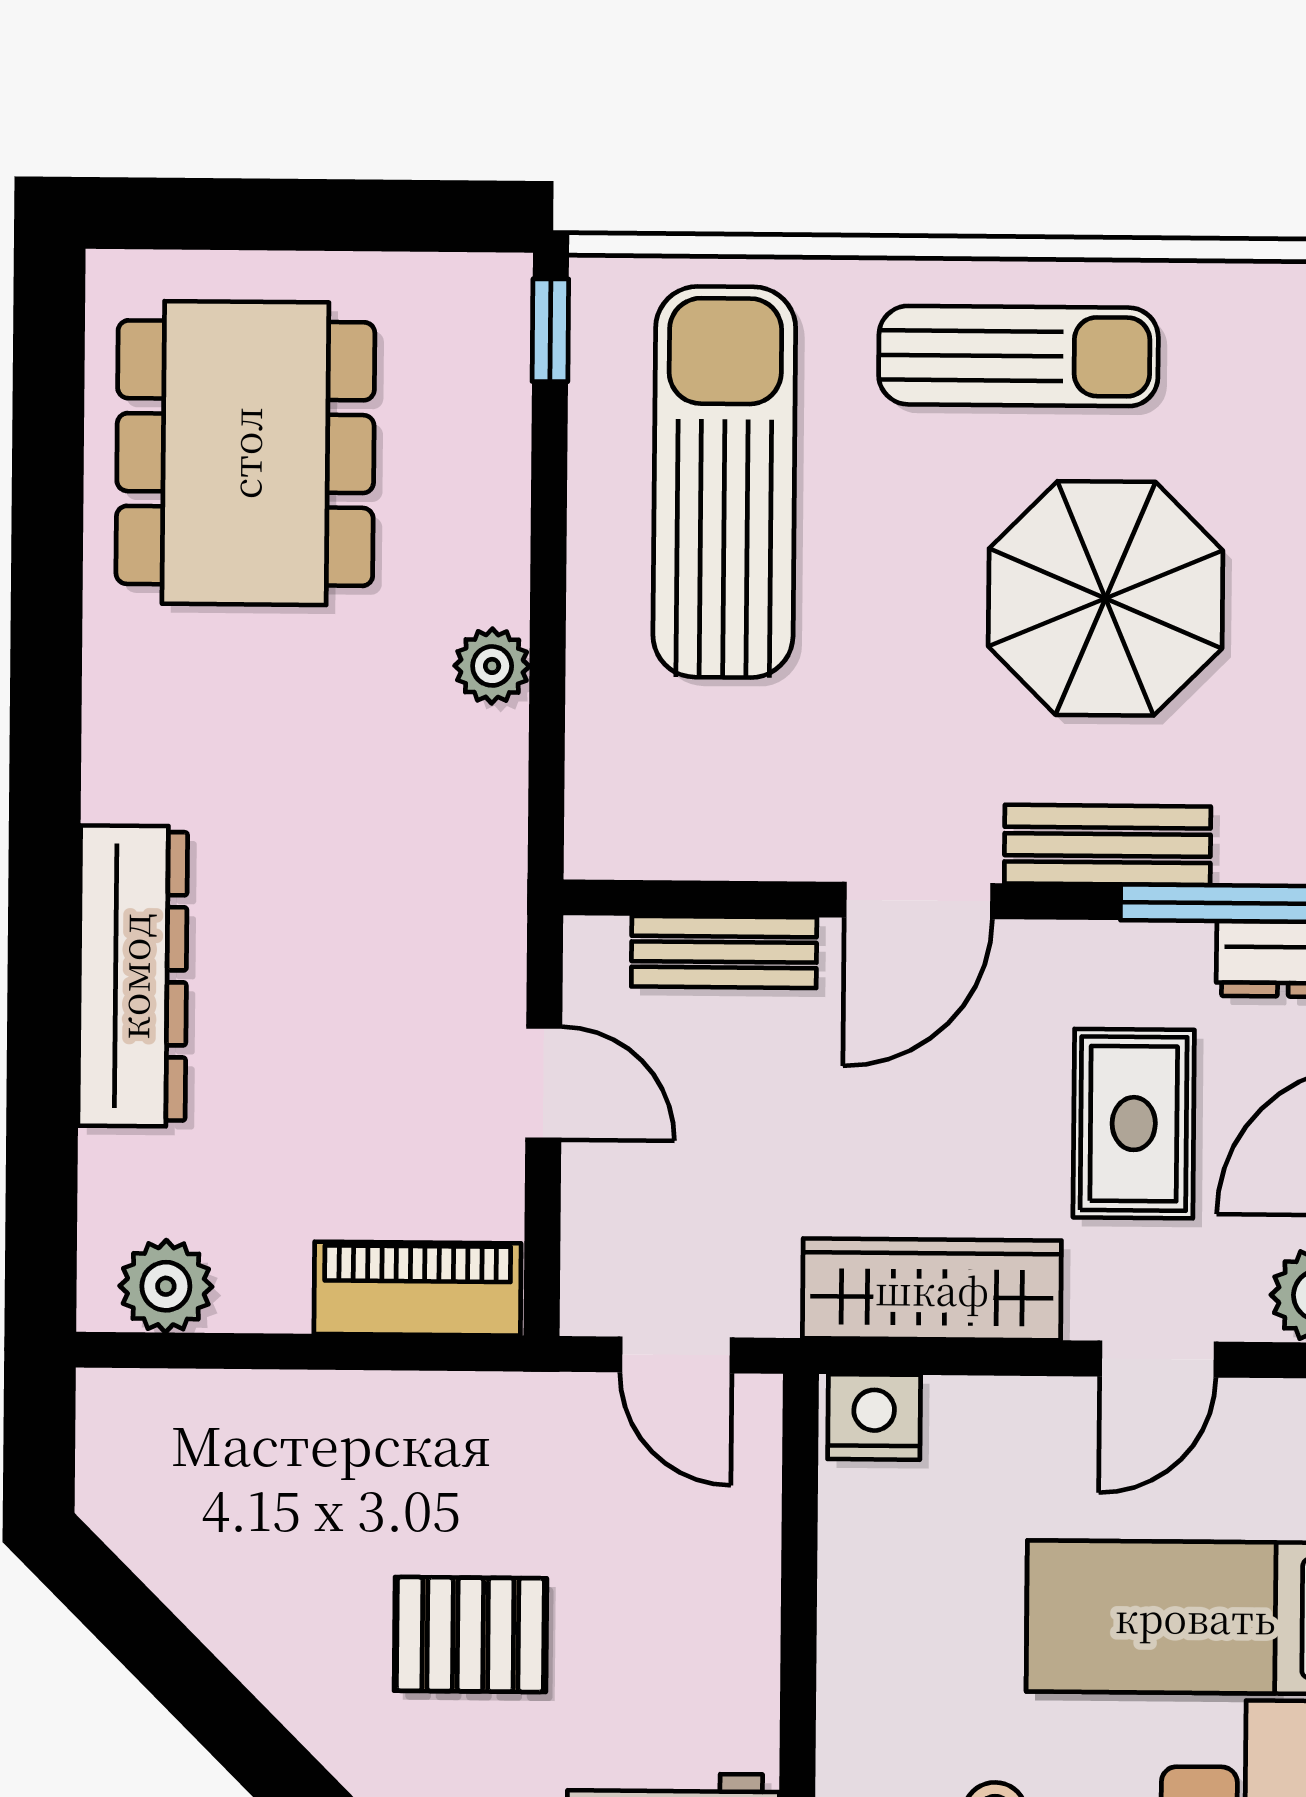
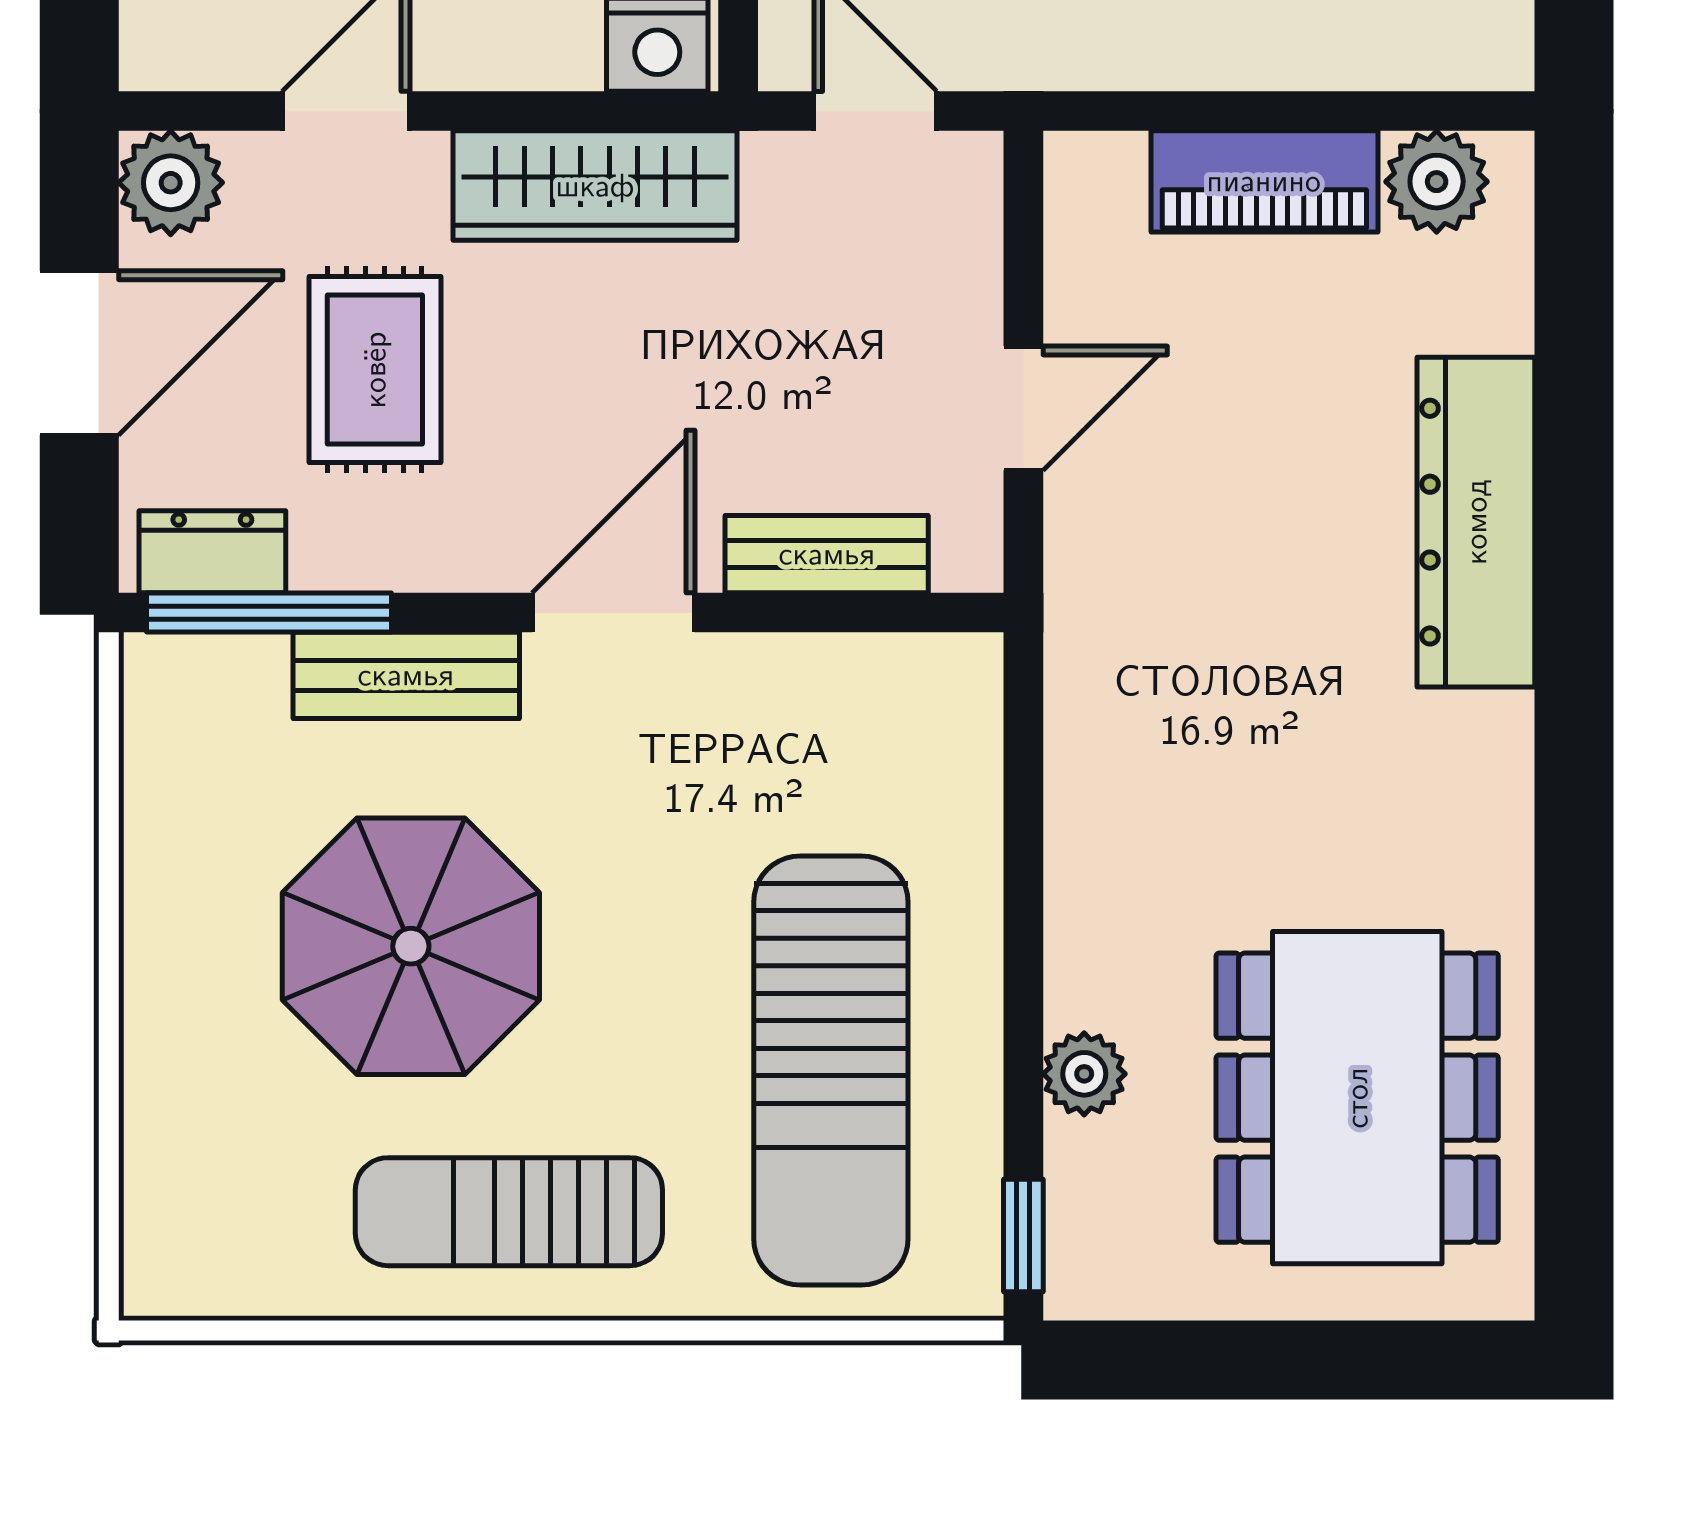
plant: (492, 666) -> (1084, 1074), moved
door: (544, 1083) -> (1023, 408), swing flipped
piano: (417, 1289) -> (1264, 181), moved

